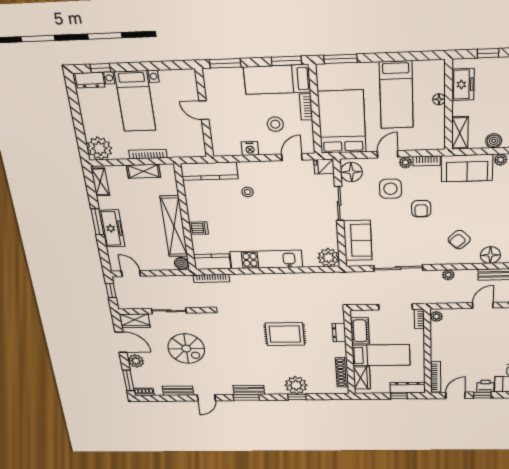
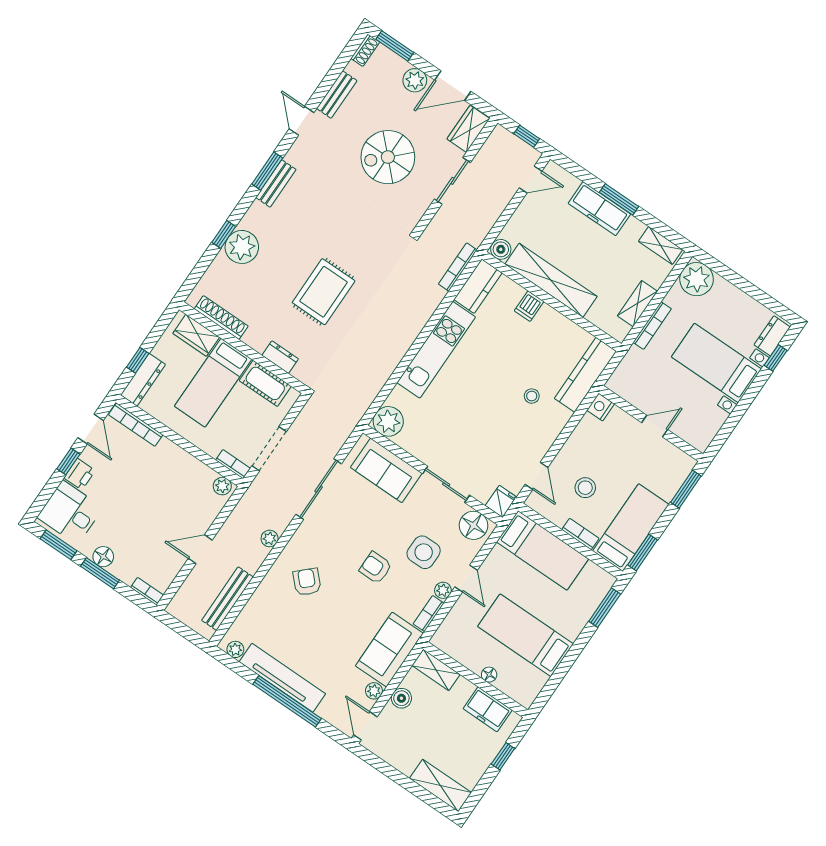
bed: (342, 122) -> (542, 550), width x0.67
nightstand: (250, 149) -> (601, 407), moved
floor lamp: (490, 255) -> (262, 602), removed
door: (483, 305) -> (200, 549), swing flipped

